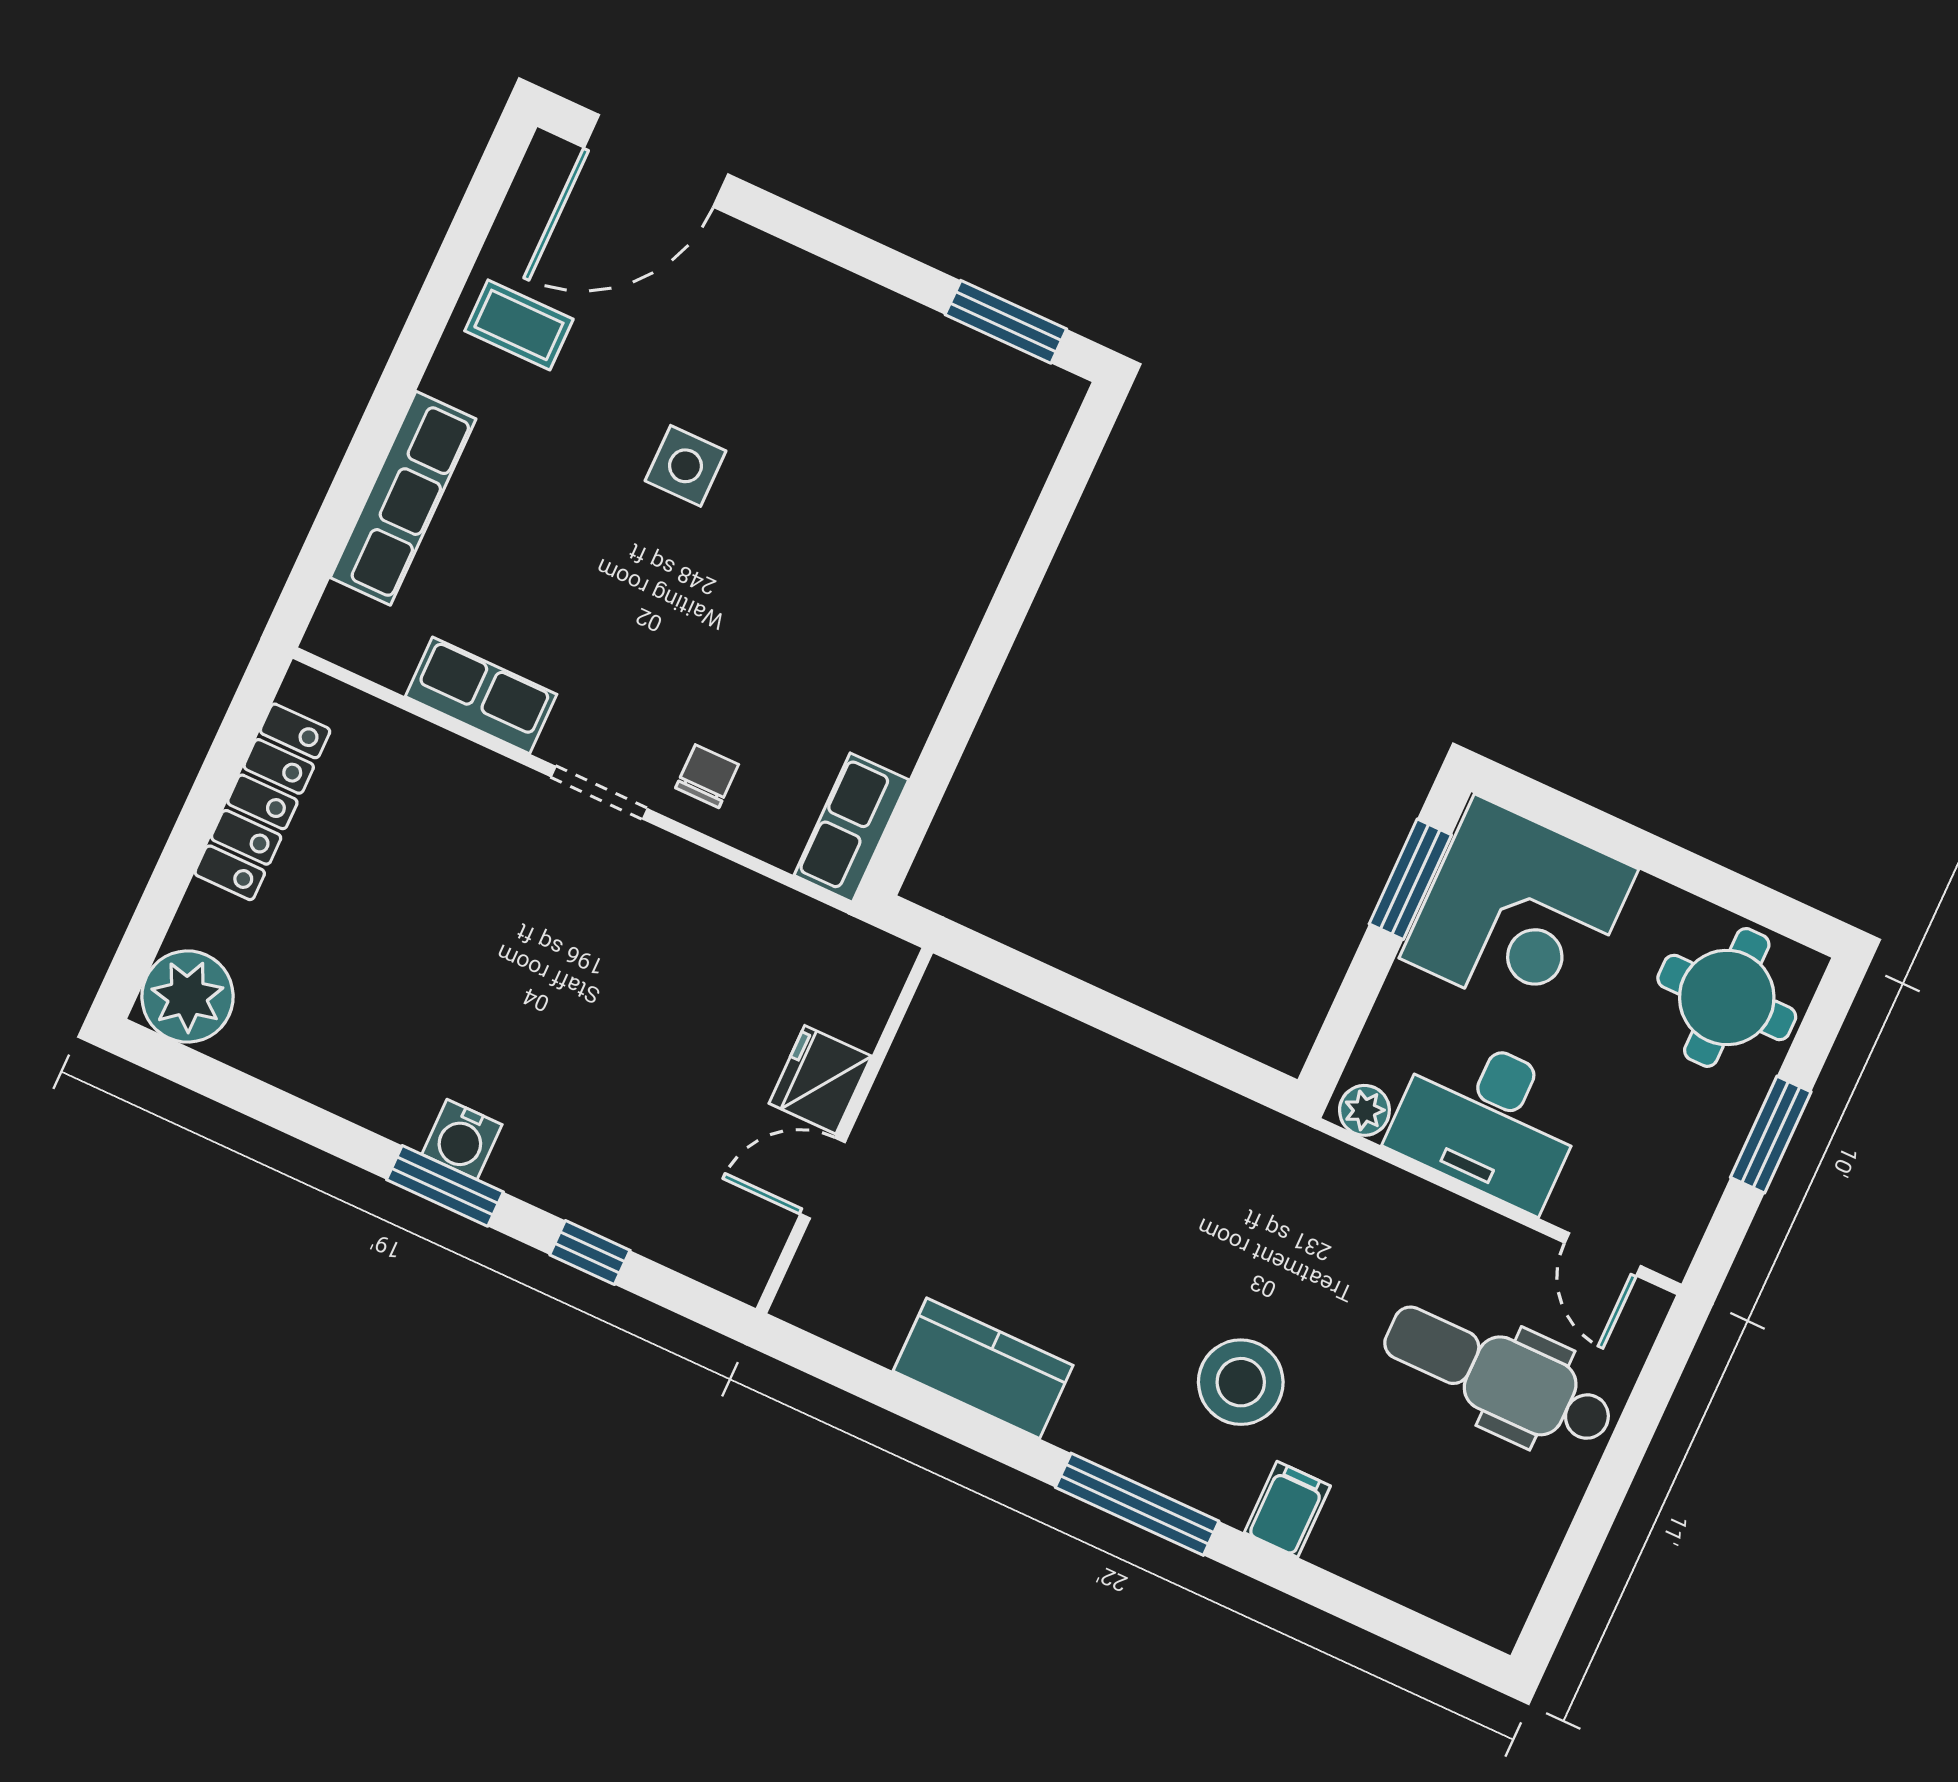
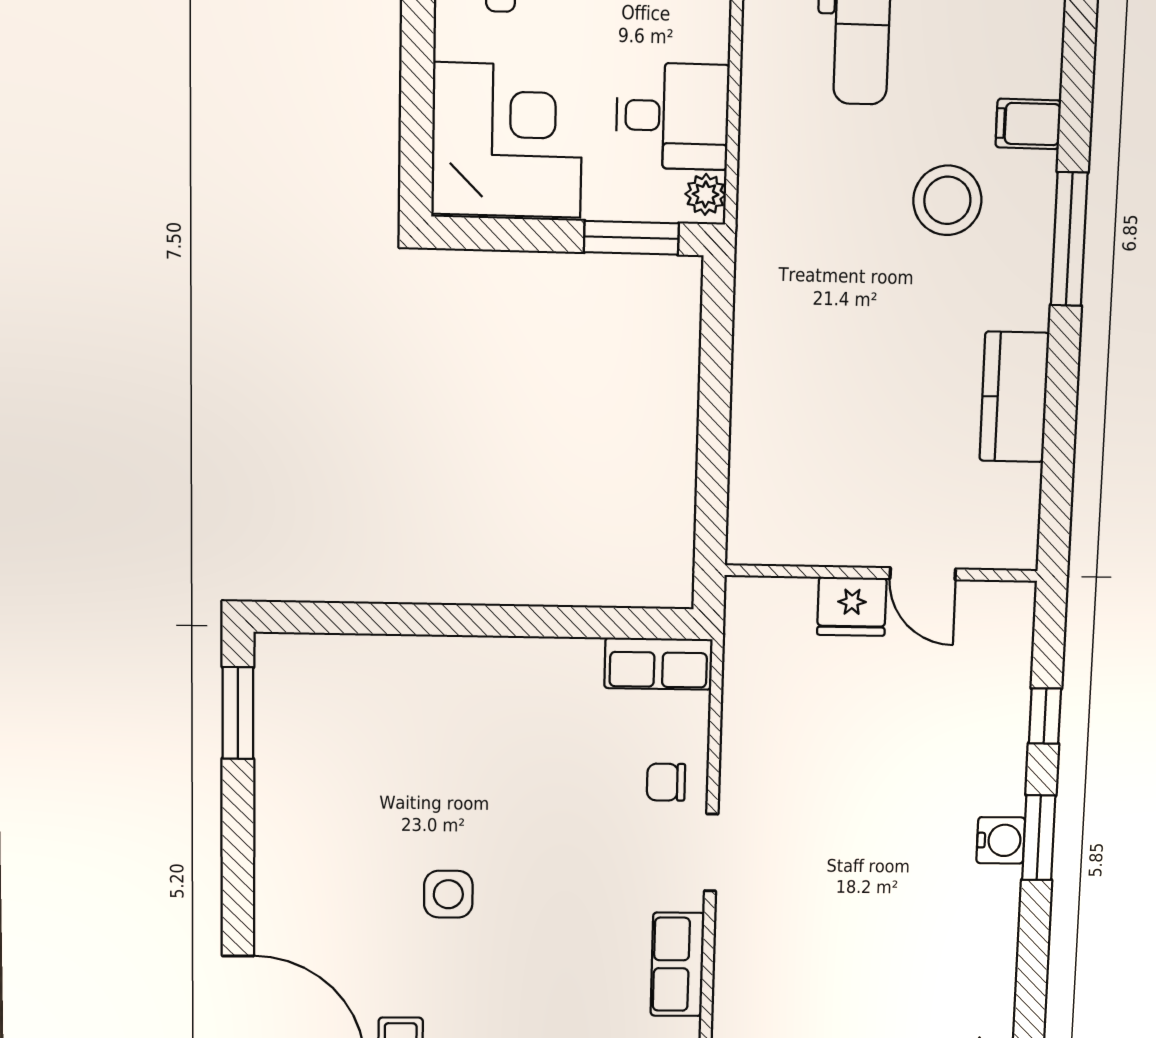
window: (1410, 879) -> (631, 238), moved
desk: (1488, 1120) -> (673, 116), width x0.73

